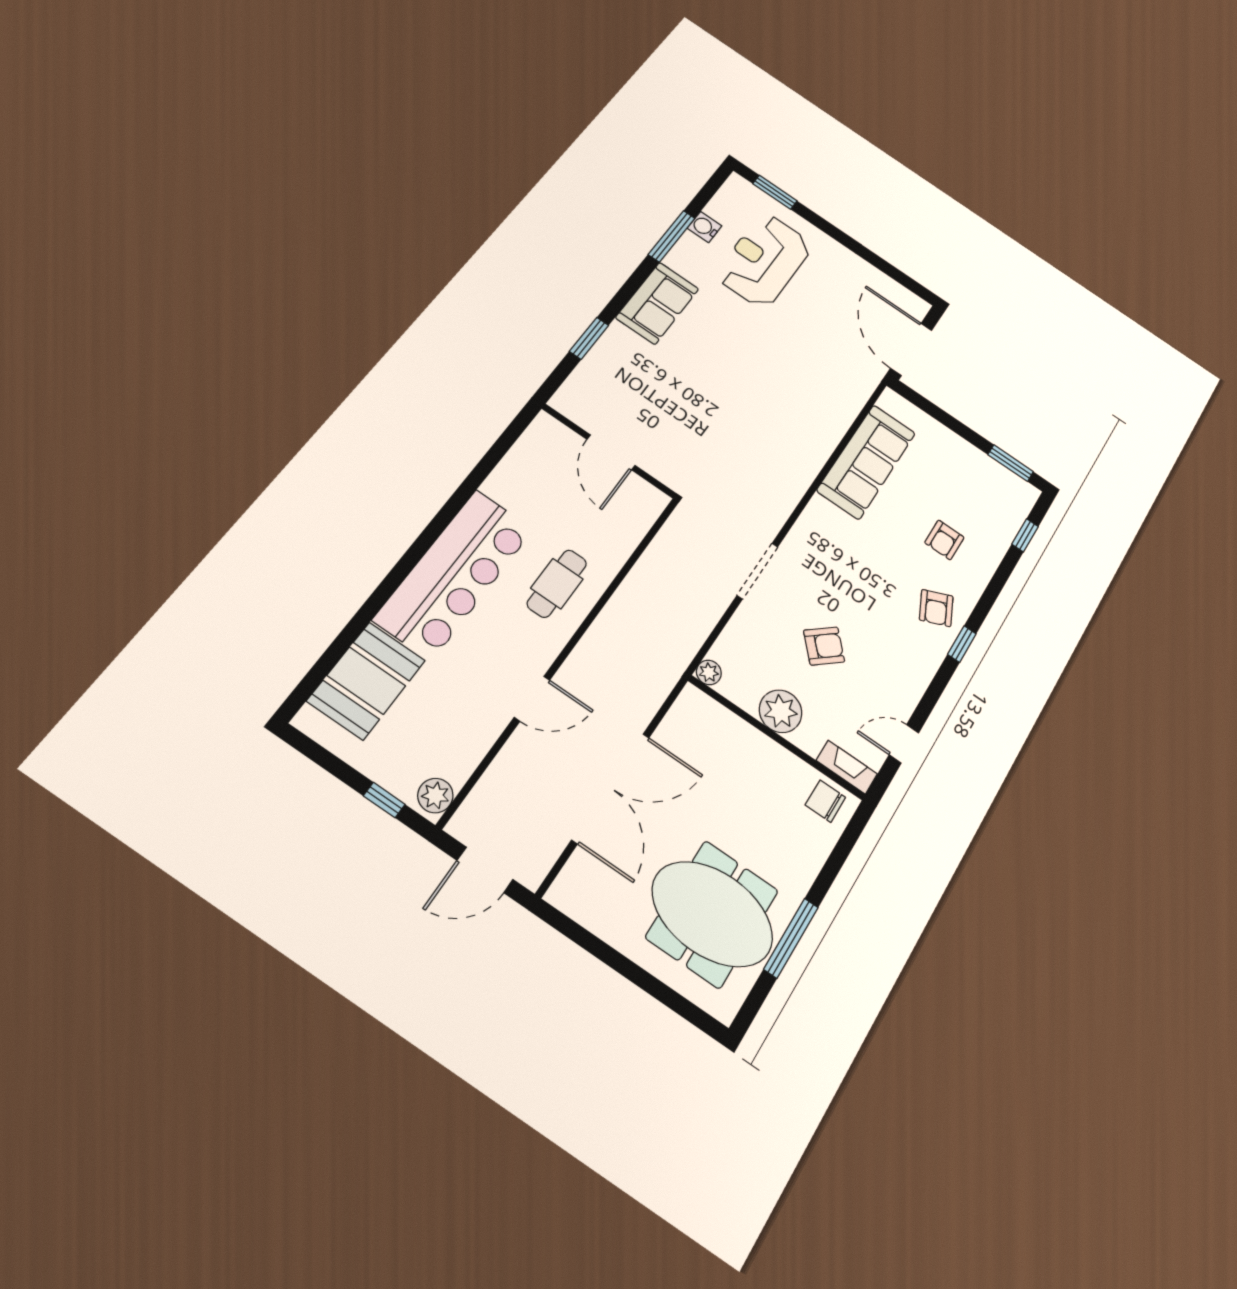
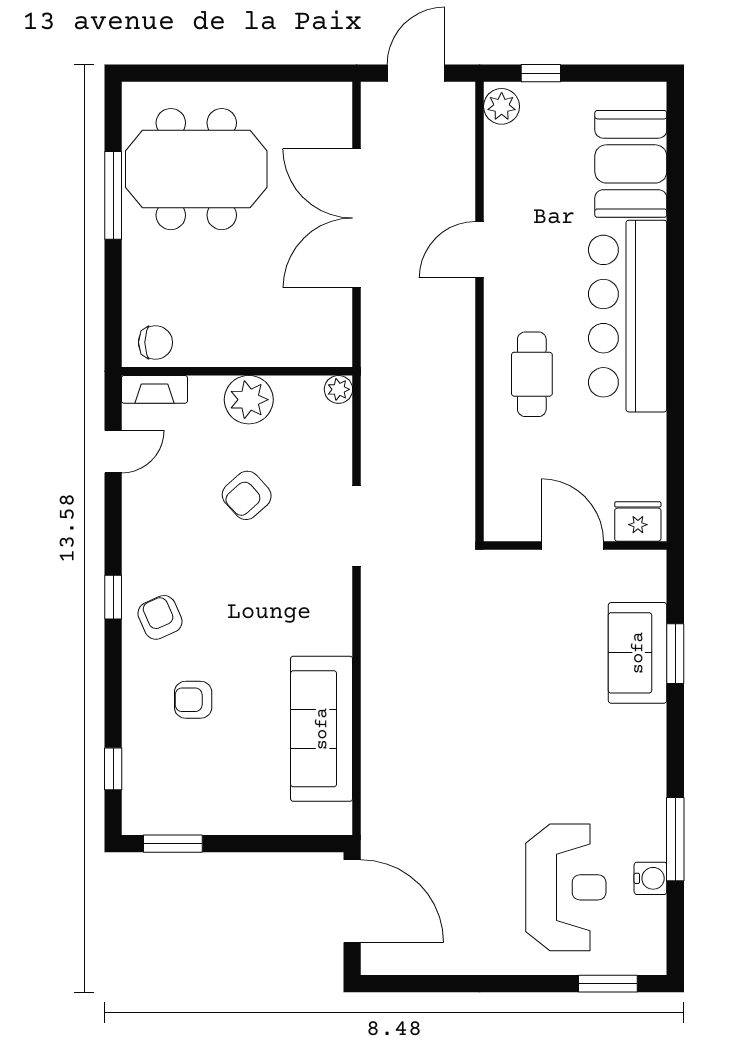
sofa: (657, 303) -> (638, 653), moved
fridge: (553, 435) -> (638, 521), added
armchair: (944, 540) -> (193, 700), turned -90

